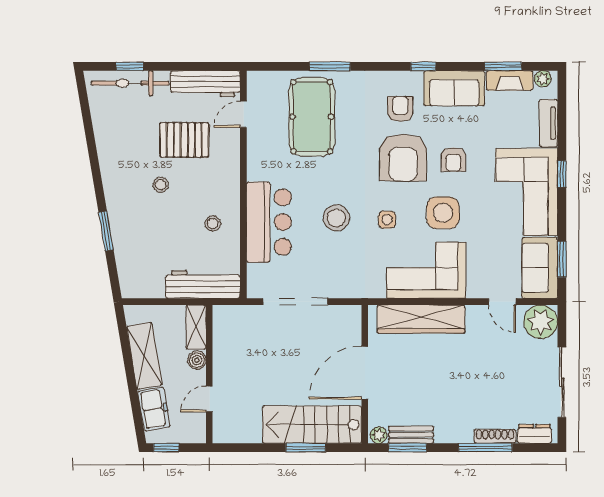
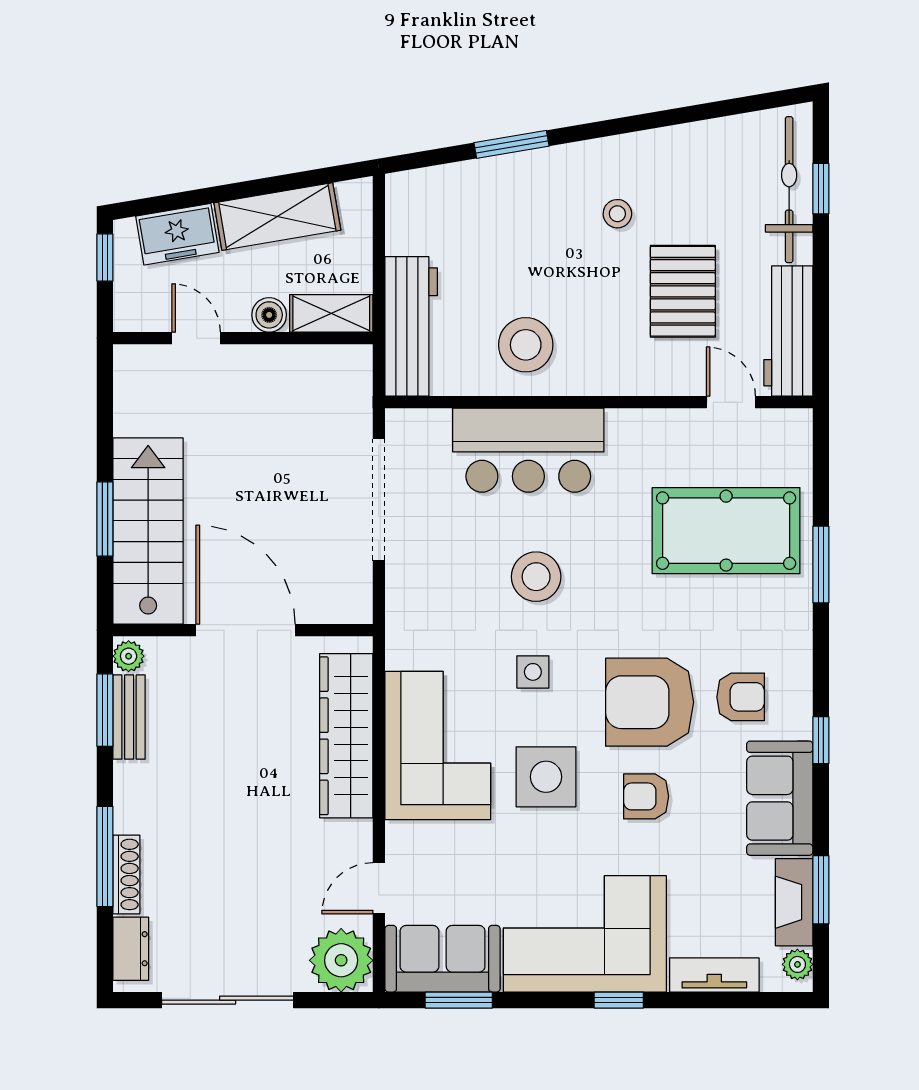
stool: (161, 185) -> (617, 214), moved
stool: (213, 224) -> (526, 345), width x1.89, depth x1.89

